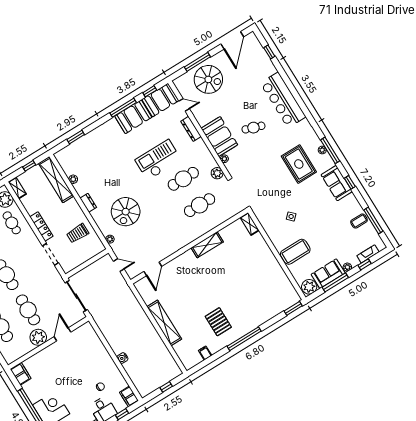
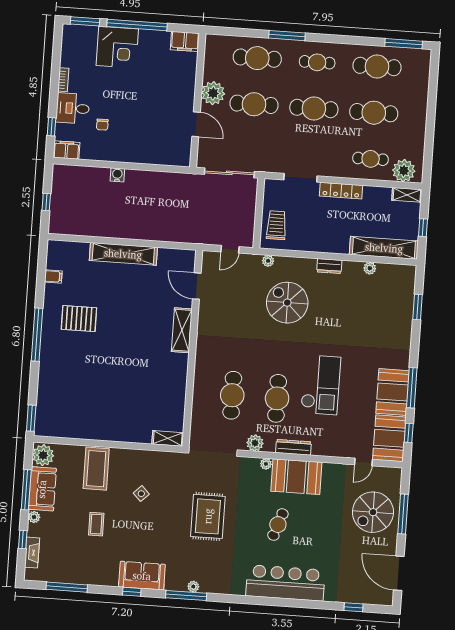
dresser: (191, 129) -> (293, 447), moved
rug: (299, 164) -> (208, 516), moved, turned 90
coffee table: (359, 221) -> (96, 524), moved
trolley: (78, 233) -> (276, 225), moved
shelving: (207, 245) -> (182, 330), moved

